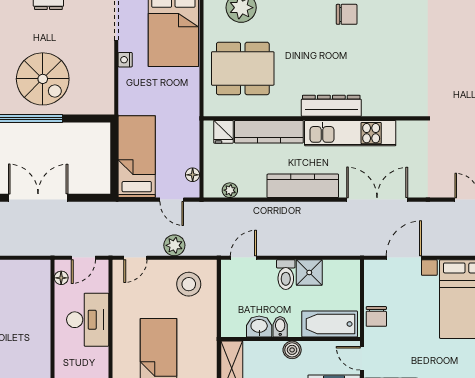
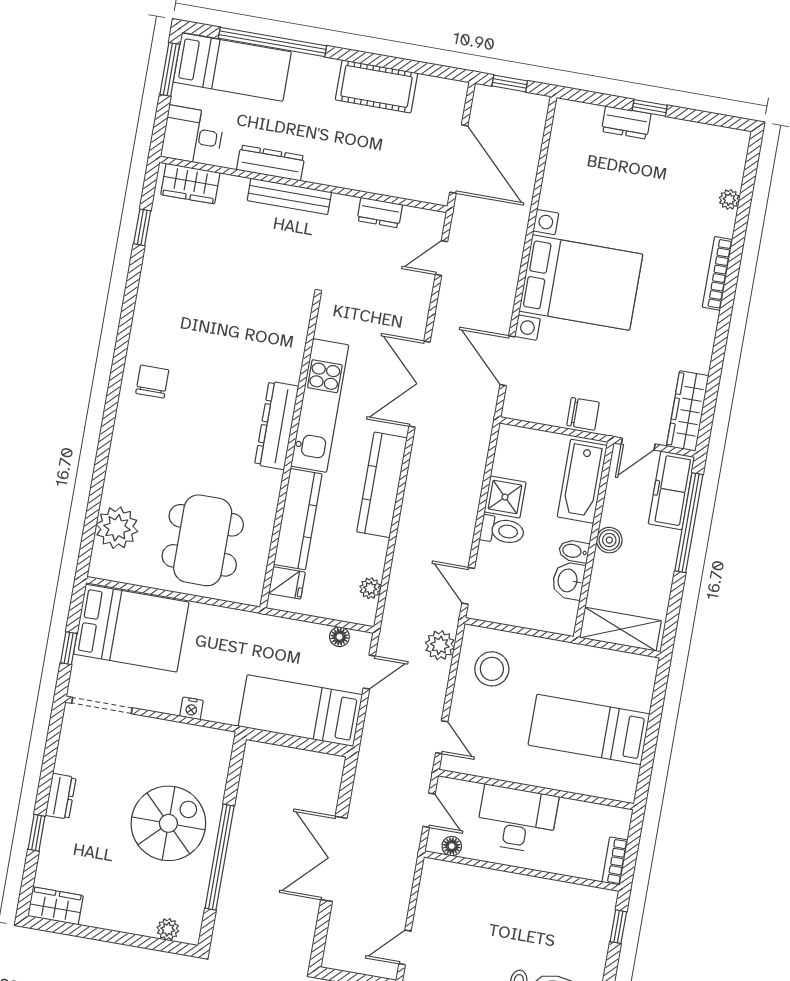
nightstand: (125, 60) -> (192, 708), moved
plant: (174, 245) -> (440, 645), moved

